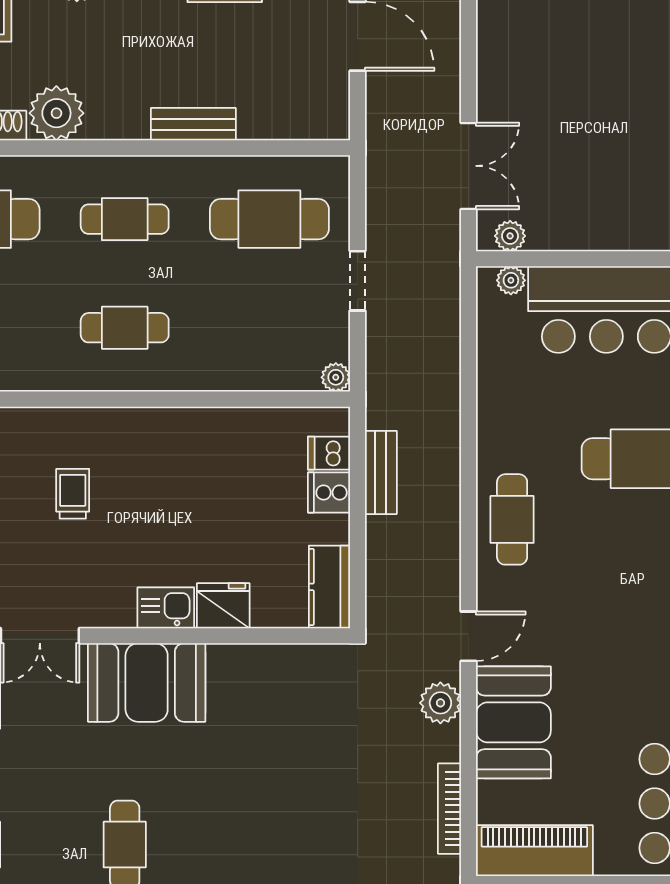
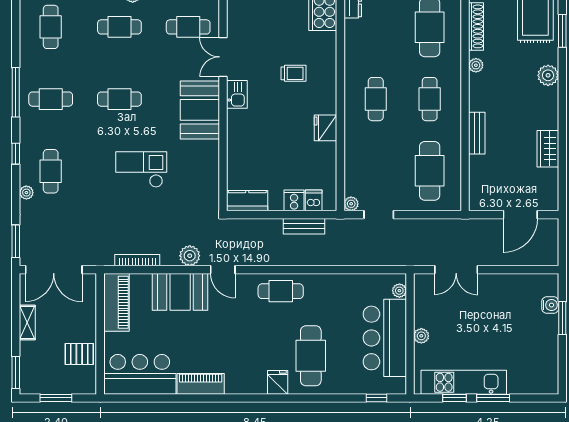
plant: (56, 113) -> (476, 65), width x0.53, depth x0.53
plant: (510, 236) -> (421, 336), moved
doorway: (358, 281) -> (379, 215), moved
fridge: (223, 606) -> (325, 128), moved, turned 180
kitchen sink: (166, 608) -> (237, 94), moved
checkout: (267, 800) -> (141, 170), added

